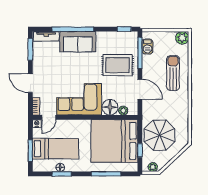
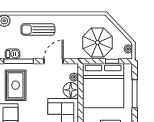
rug: (118, 65) -> (16, 85), moved

